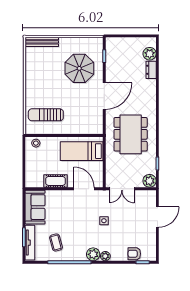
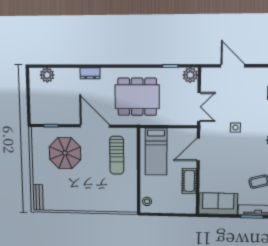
bench: (42, 42) -> (38, 197), width x0.73
dresser: (151, 70) -> (90, 73), moved
sun lounger: (46, 115) -> (117, 155), moved

